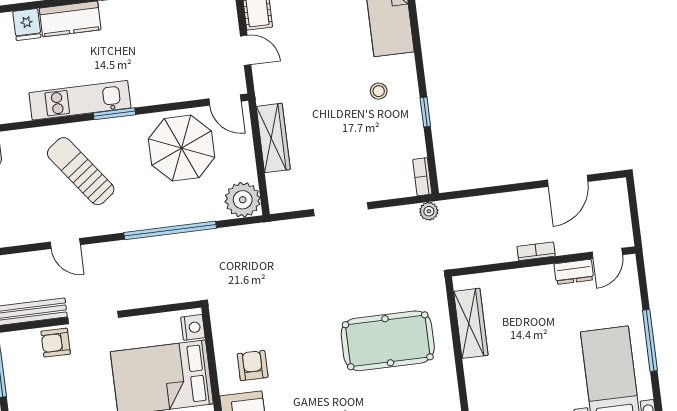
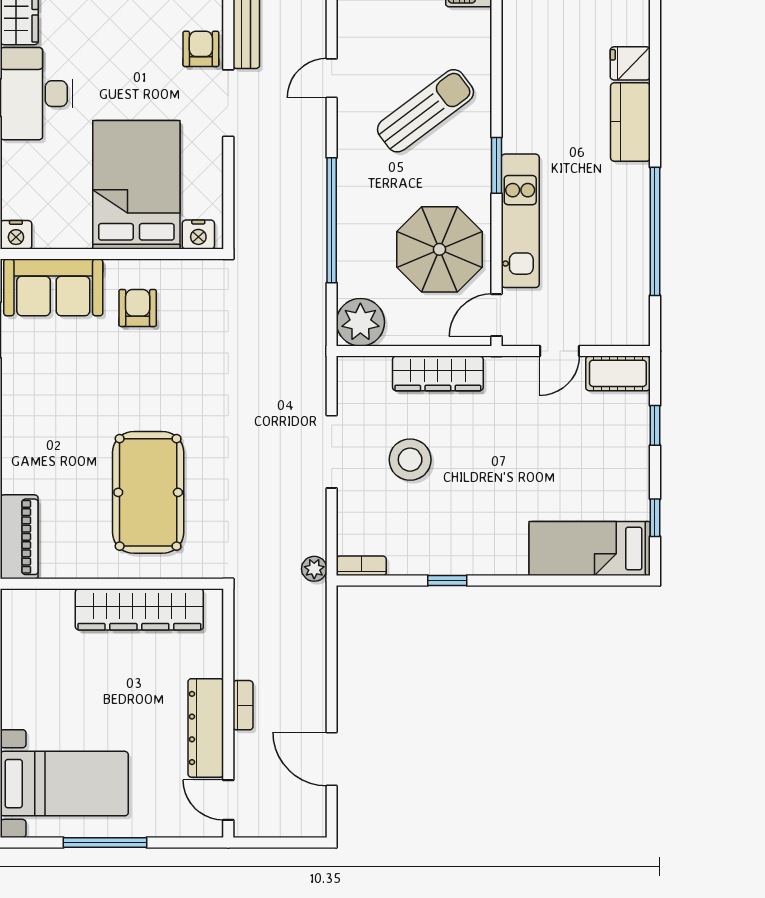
stool: (379, 91) -> (410, 460), moved, width x1.89, depth x1.89
kitchen unit: (80, 100) -> (520, 221), moved
dresser: (574, 272) -> (206, 728), width x1.96, depth x1.24
wardrobe: (471, 323) -> (139, 609), width x1.40, depth x1.17
armchair: (253, 365) -> (138, 308), turned -90

